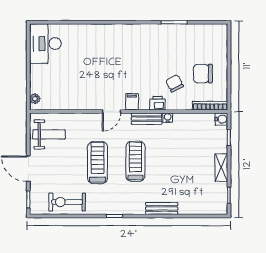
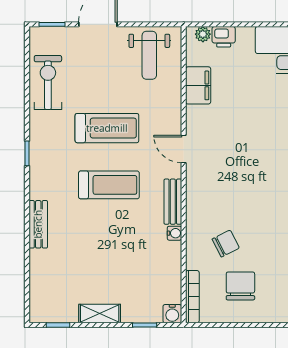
filing cabinet: (132, 102) -> (198, 85), moved, width x2.00
printer: (158, 103) -> (224, 37), moved, turned 90

